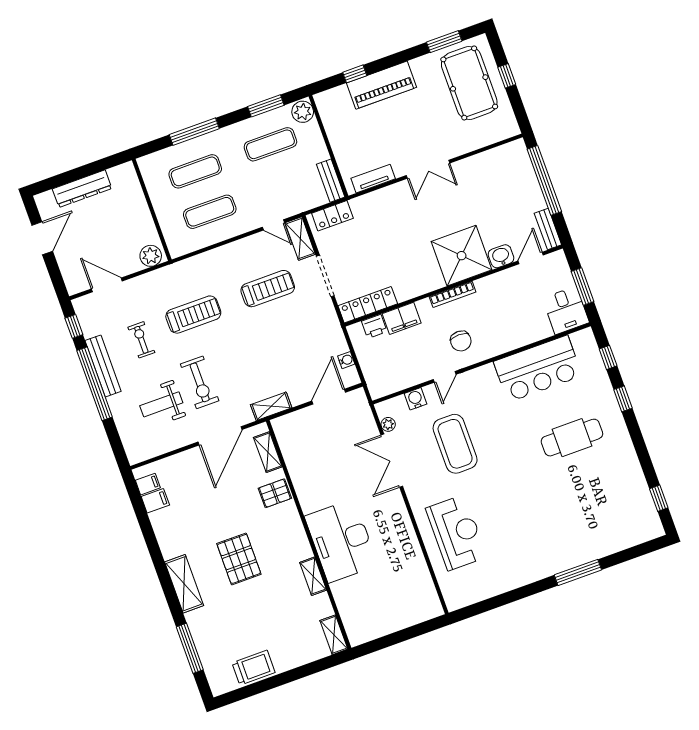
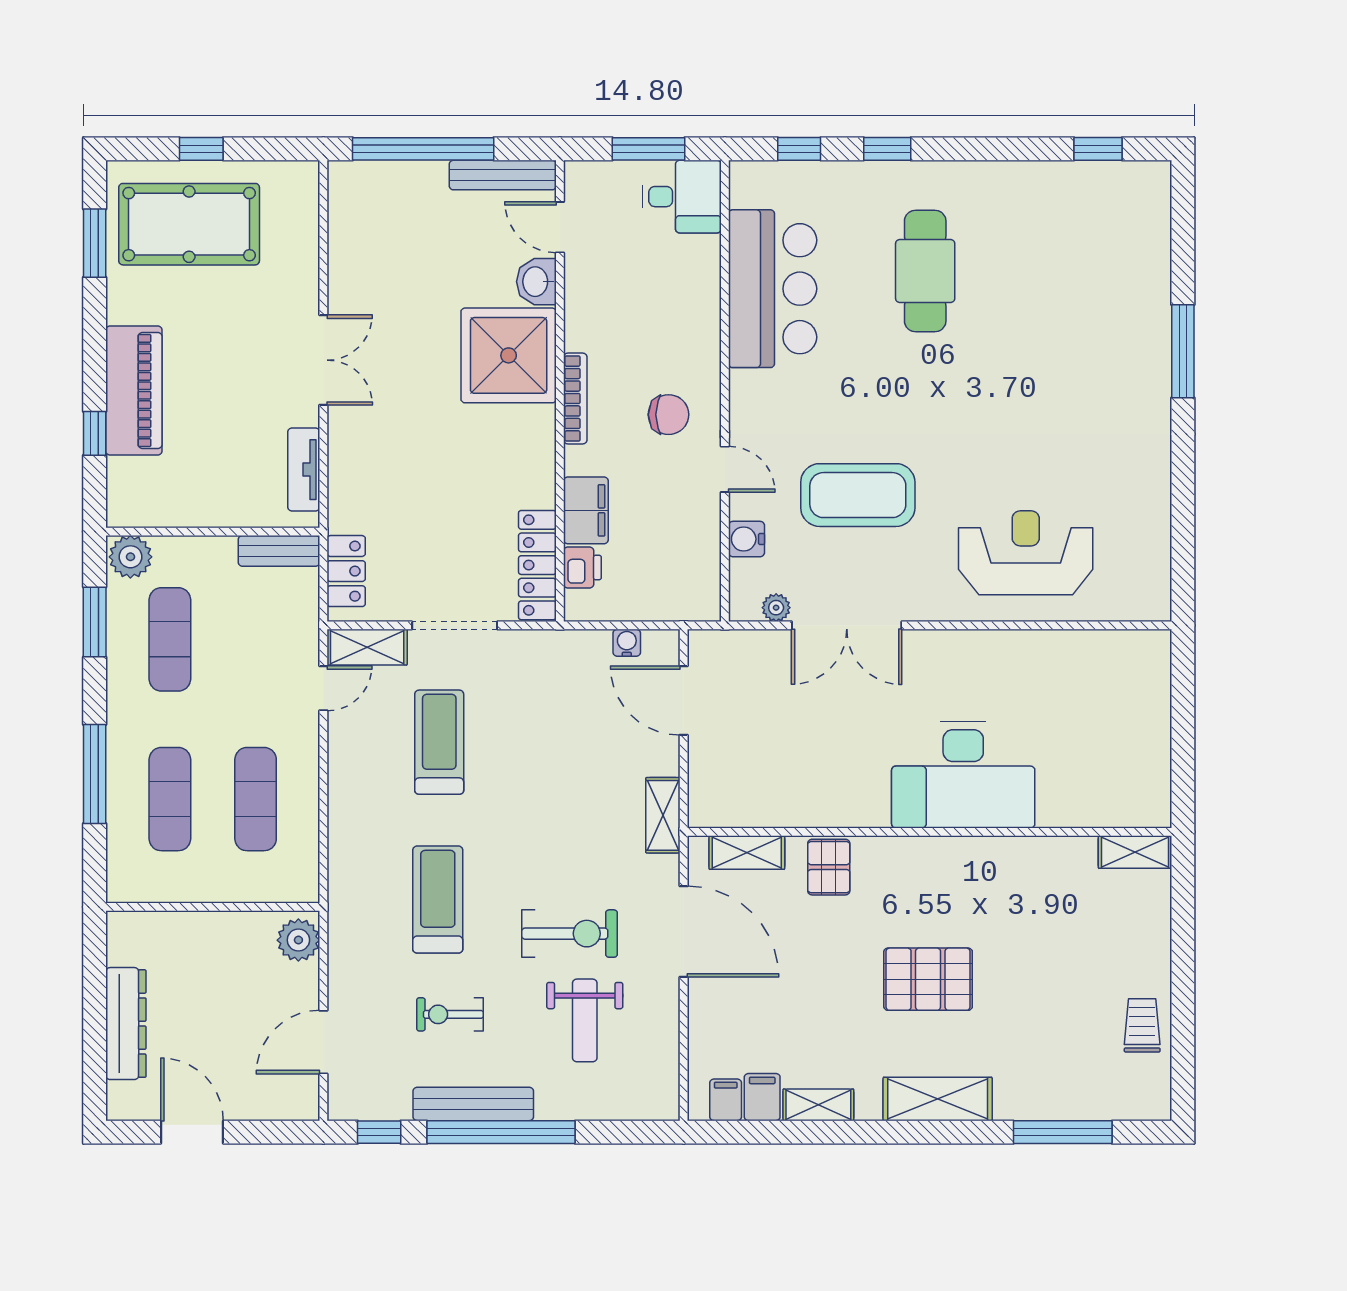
bench: (548, 229) -> (503, 175), width x1.36
shelving: (313, 576) -> (818, 1105), moved
trolley: (254, 668) -> (1142, 1025), width x0.73, depth x0.72

